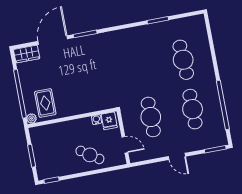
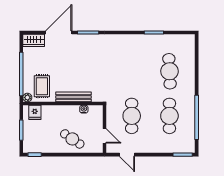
bench: (82, 108) -> (73, 97), added
fridge: (109, 121) -> (35, 112), moved
door: (177, 156) -> (127, 155), moved

